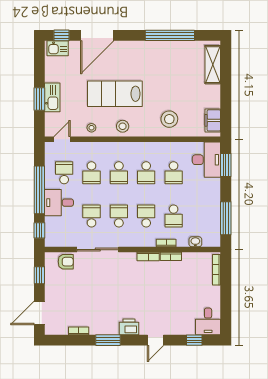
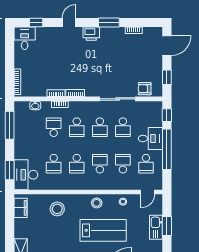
school desk: (146, 173) -> (77, 164), turned 180
school desk: (174, 173) -> (54, 164), turned 180

